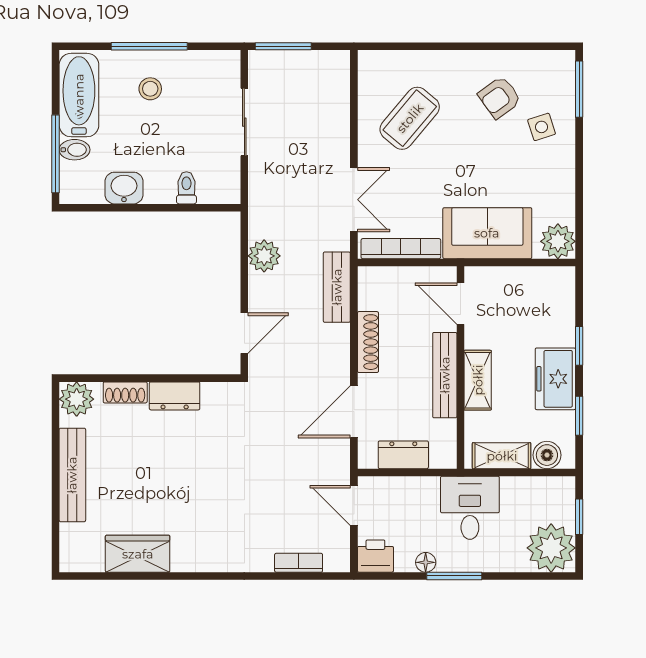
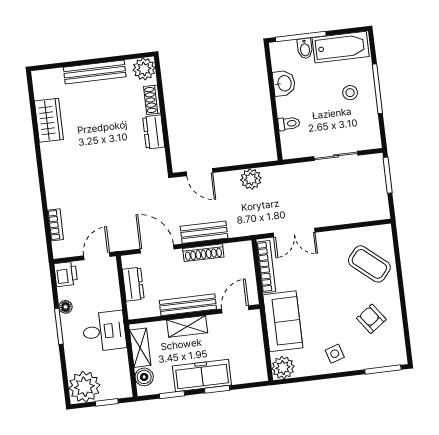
coffee table: (410, 118) -> (369, 264), moved
side table: (542, 127) -> (335, 354), moved
bench: (337, 287) -> (204, 232), moved
freezer: (555, 379) -> (202, 376), width x1.40

